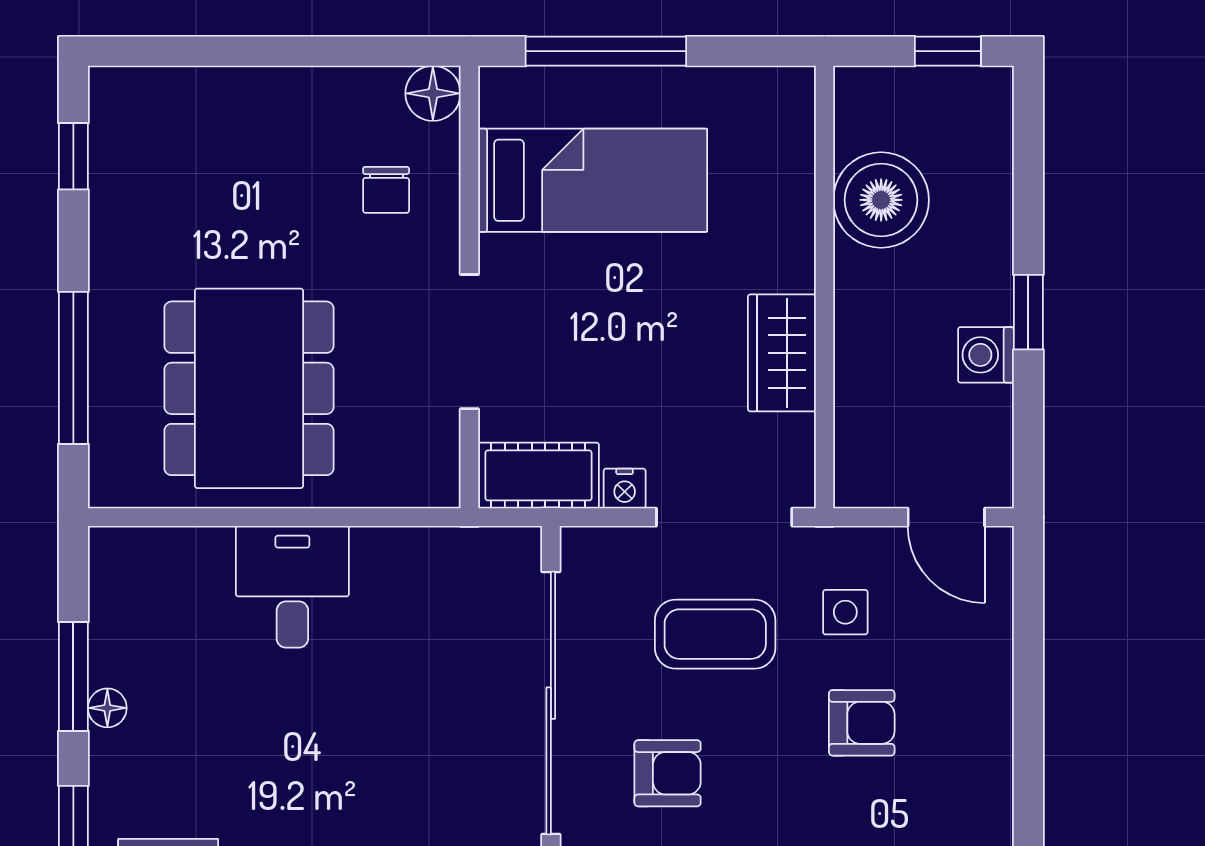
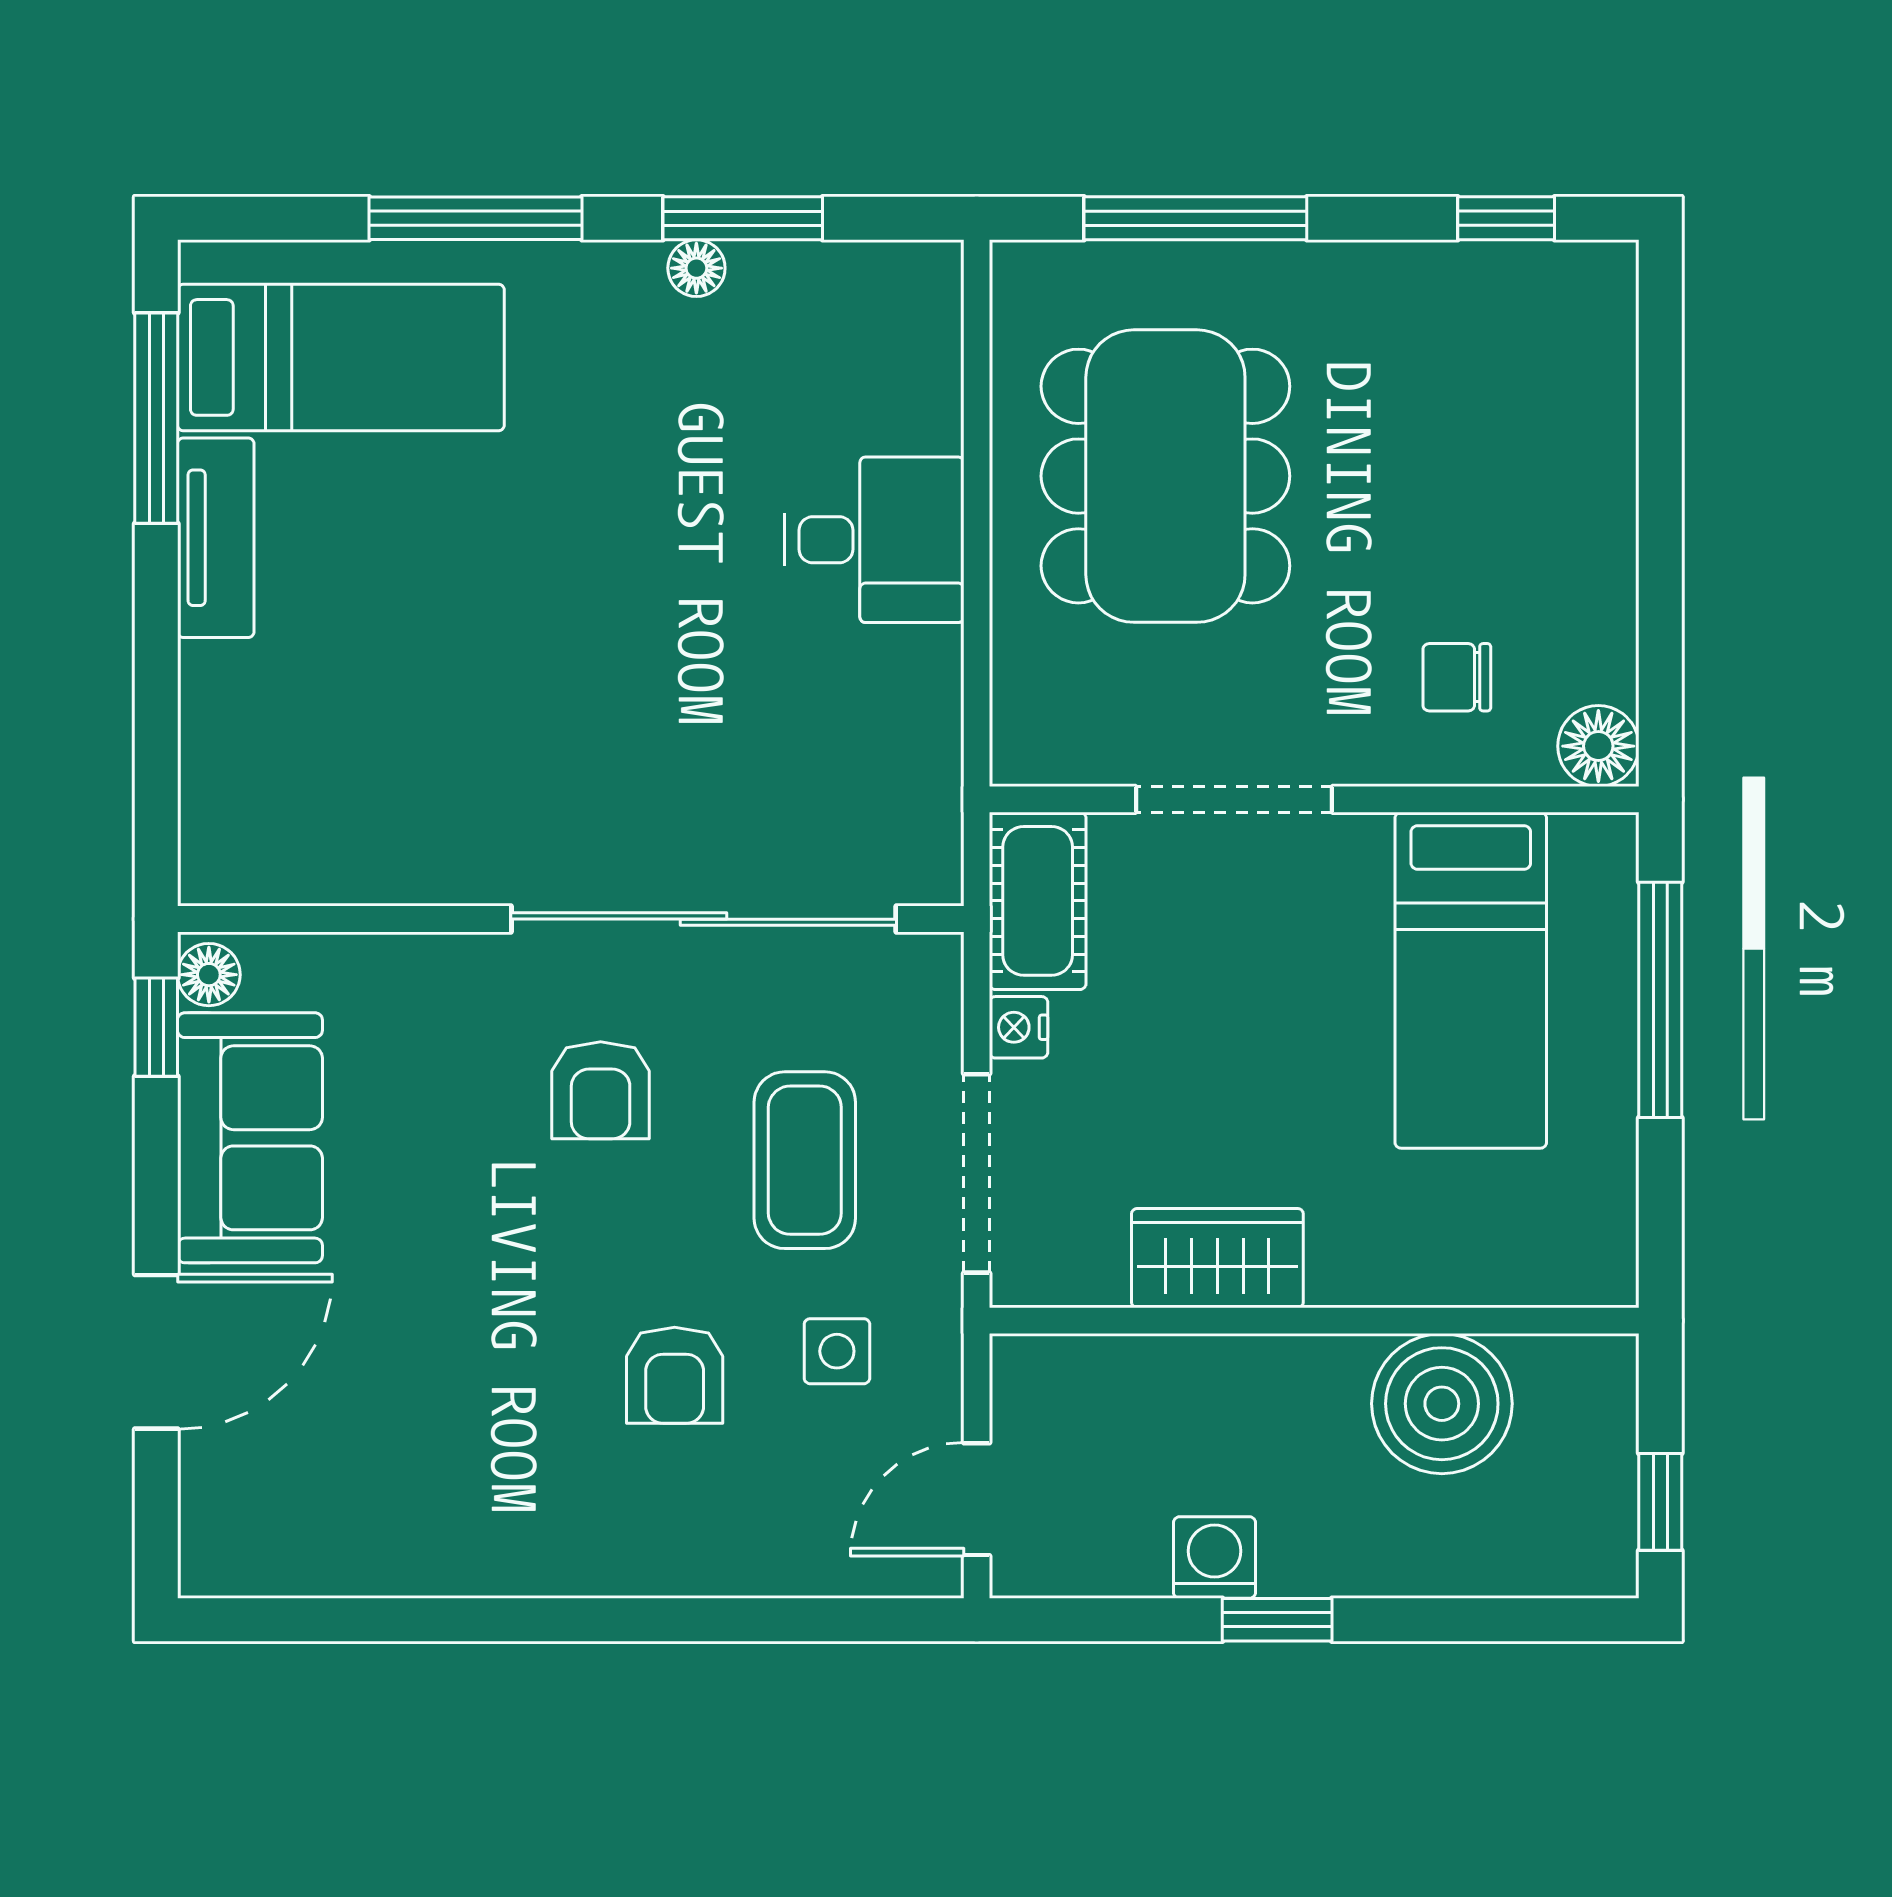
dining table: (249, 388) -> (1165, 476), turned 90

